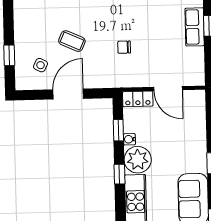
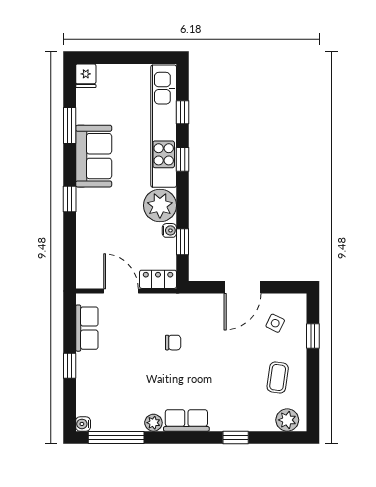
row of seats: (195, 27) -> (87, 328), moved
coffee table: (72, 41) -> (278, 378), moved, turned 74
window: (119, 174) -> (183, 159), moved

